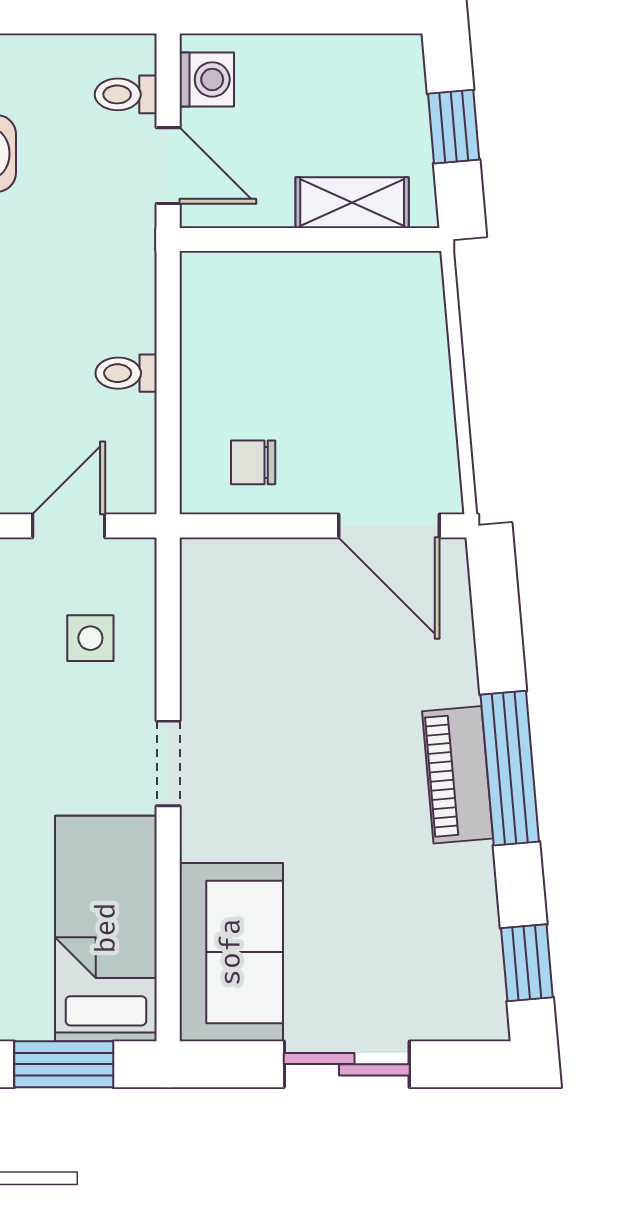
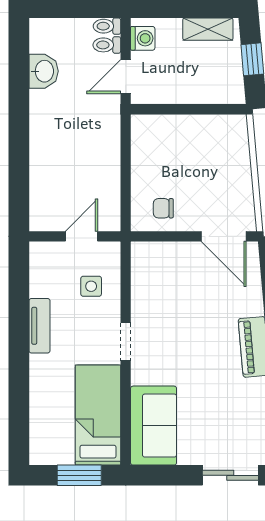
door: (168, 166) -> (126, 77), swing flipped
shelving: (352, 203) -> (208, 29), moved
toilet: (126, 373) -> (107, 26), moved
sliding door: (347, 1064) -> (230, 475), moved

